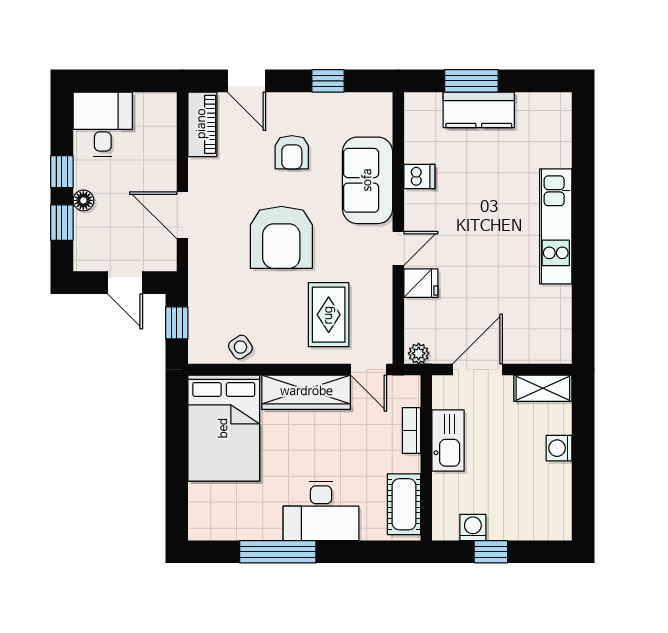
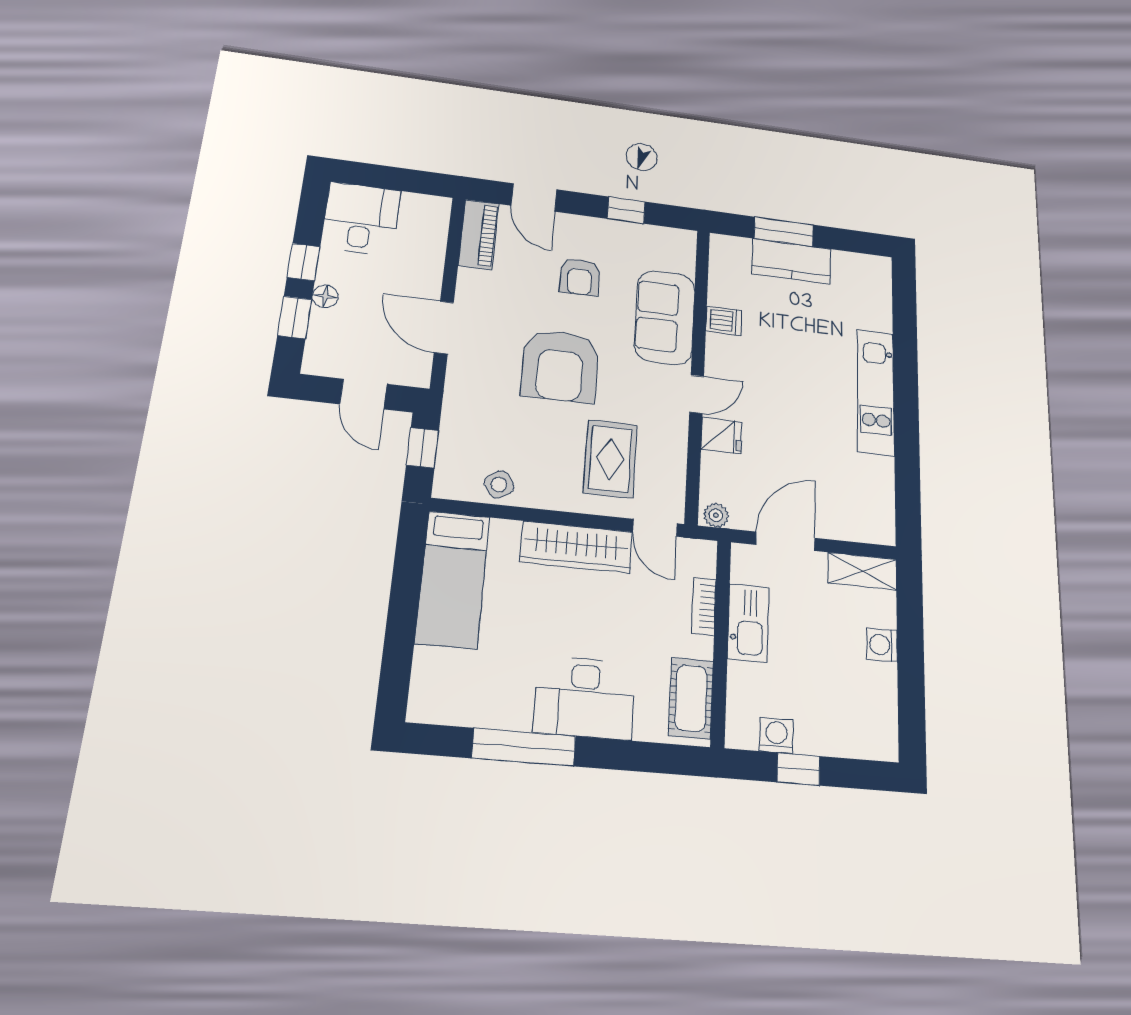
bed: (224, 428) -> (453, 579), width x0.67

